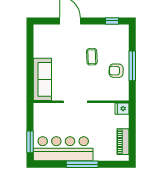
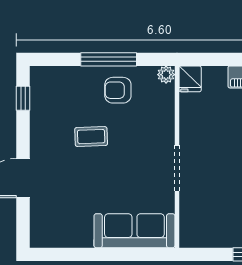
armchair: (116, 71) -> (118, 90), turned 88
plant: (124, 96) -> (166, 75), added

